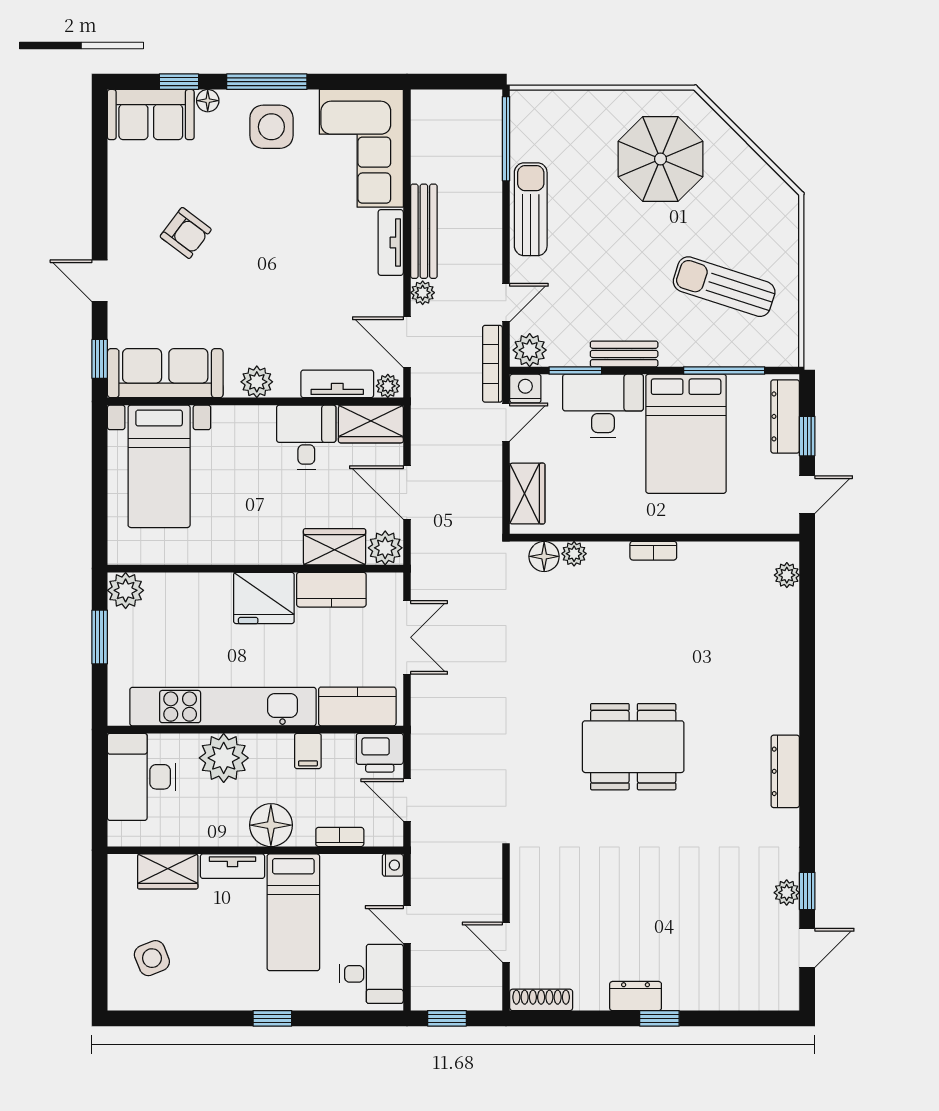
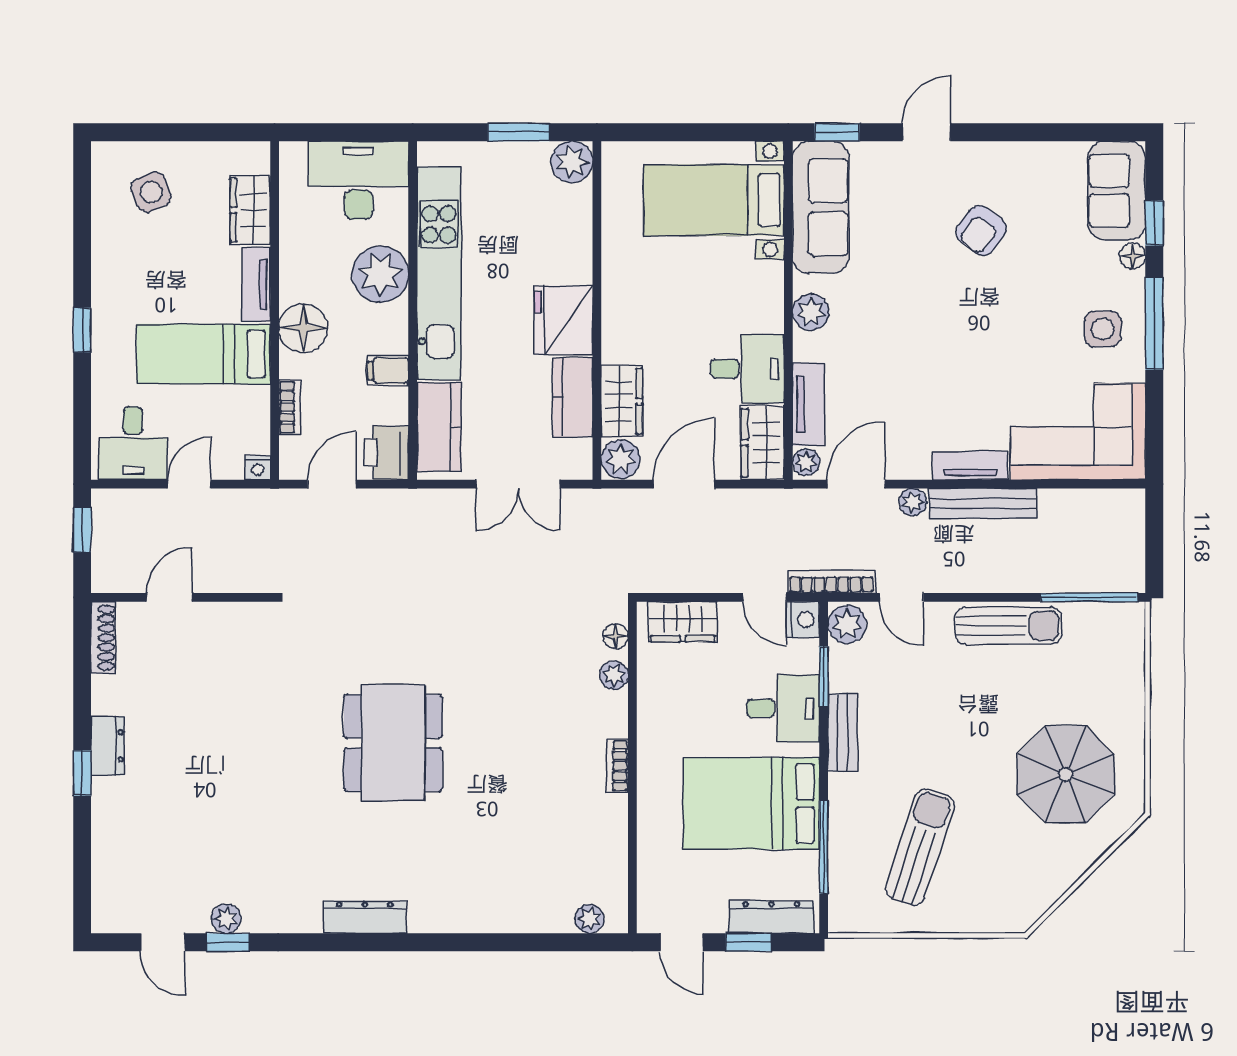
side table: (271, 127) -> (1103, 329), width x0.73, depth x0.73
desk: (603, 406) -> (783, 708), width x0.73
floor lamp: (544, 556) -> (615, 636), width x0.73, depth x0.73

